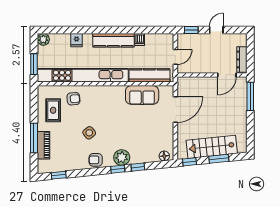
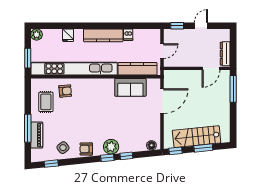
side table: (89, 133) -> (63, 148), moved

